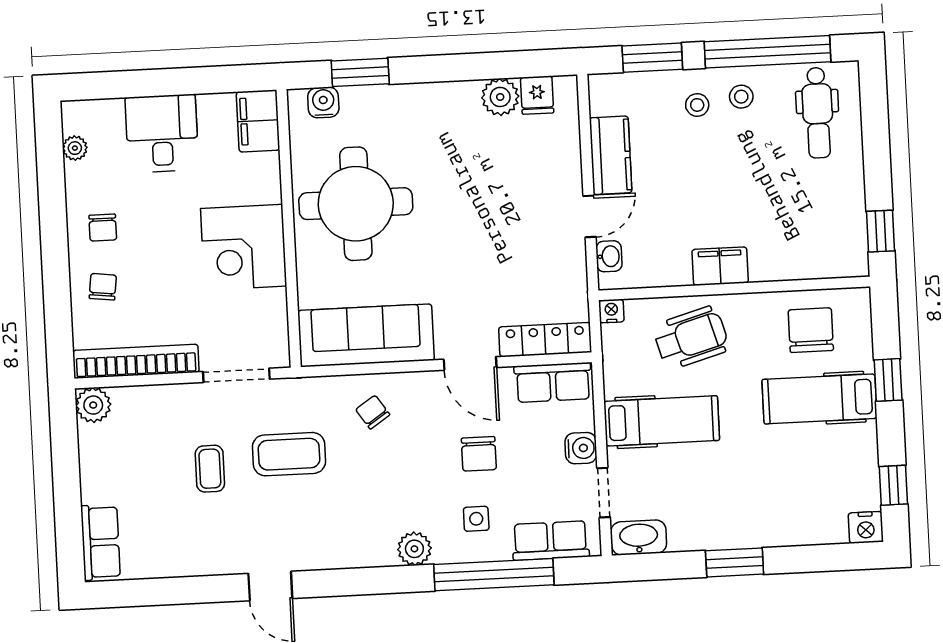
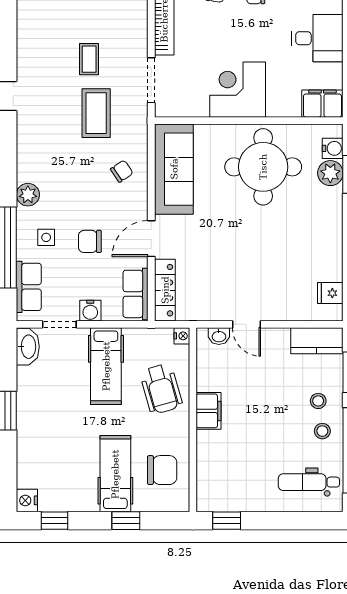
plant: (500, 97) -> (330, 173), moved
kitchen counter: (611, 155) -> (317, 341), moved
coffee table: (210, 469) -> (89, 59), turned 90

